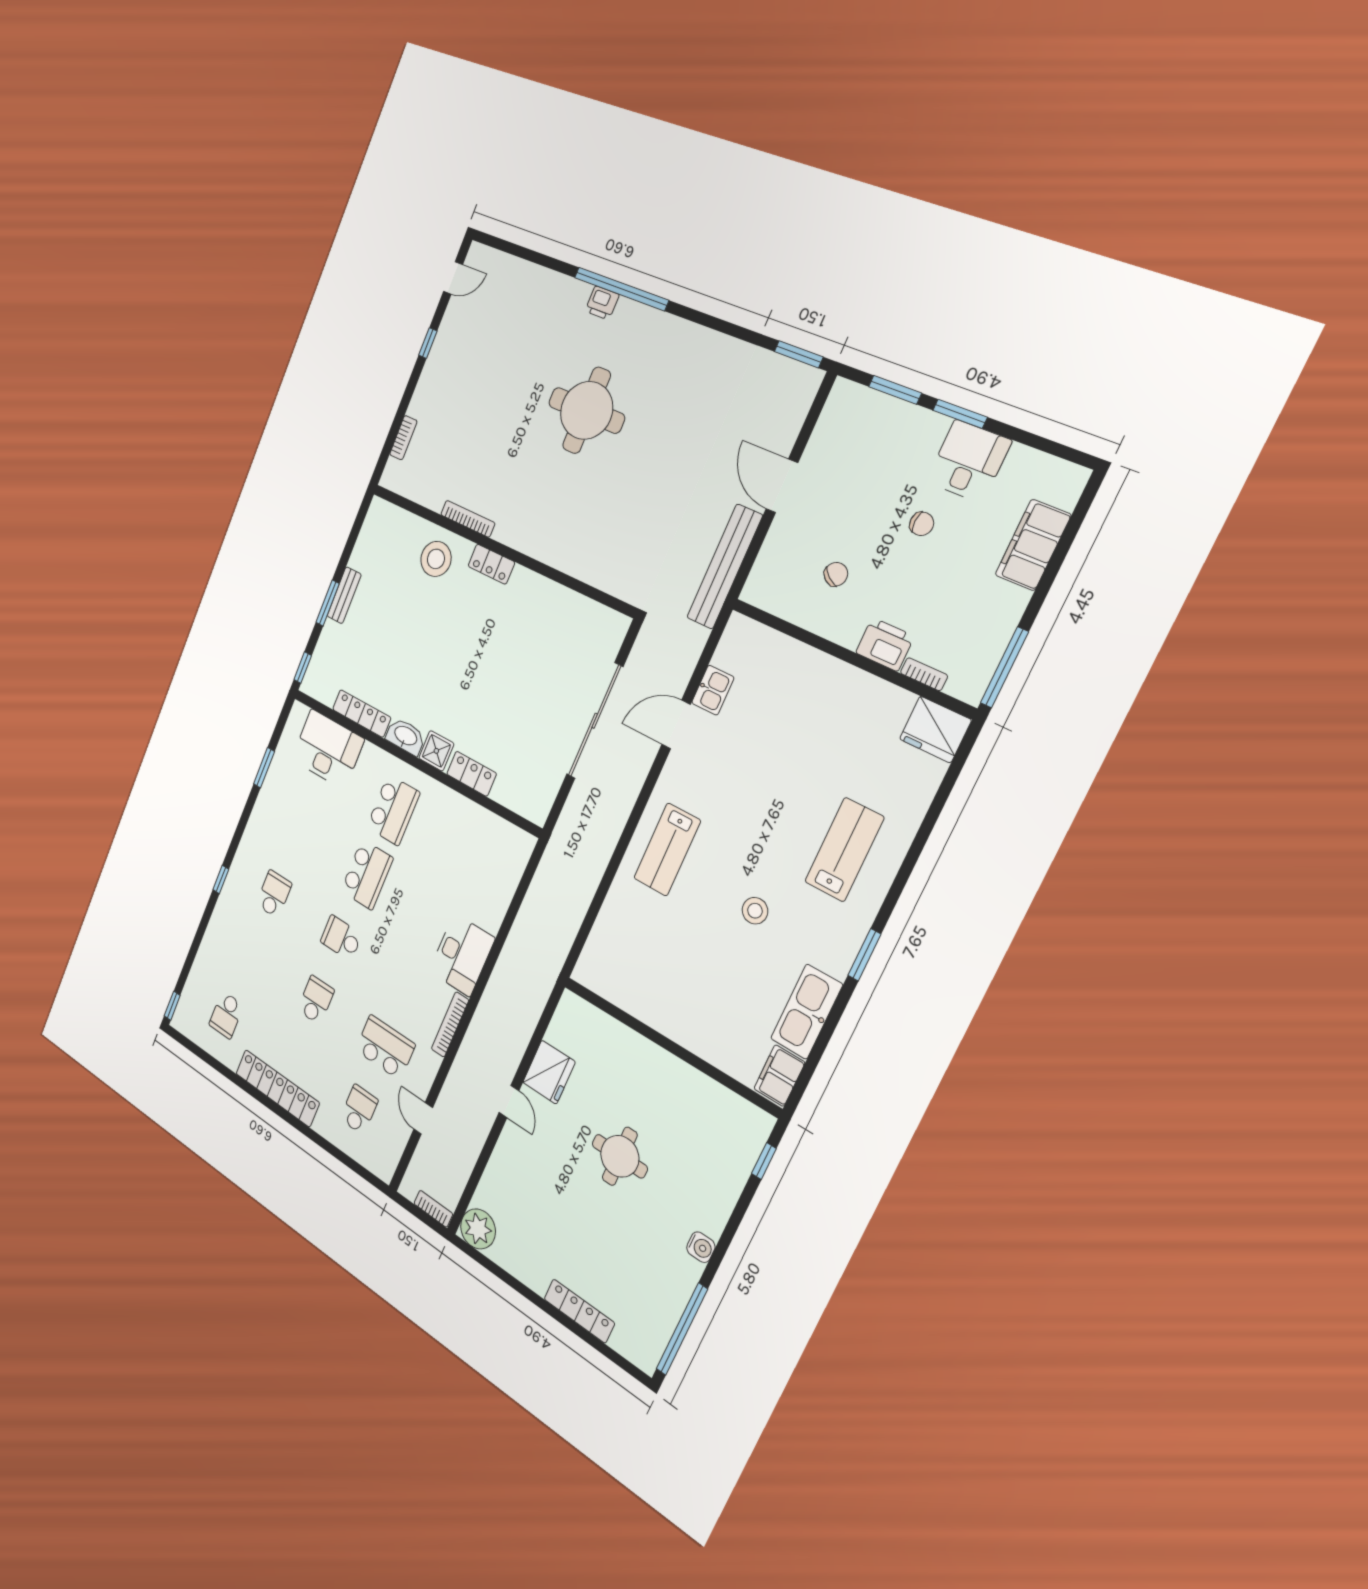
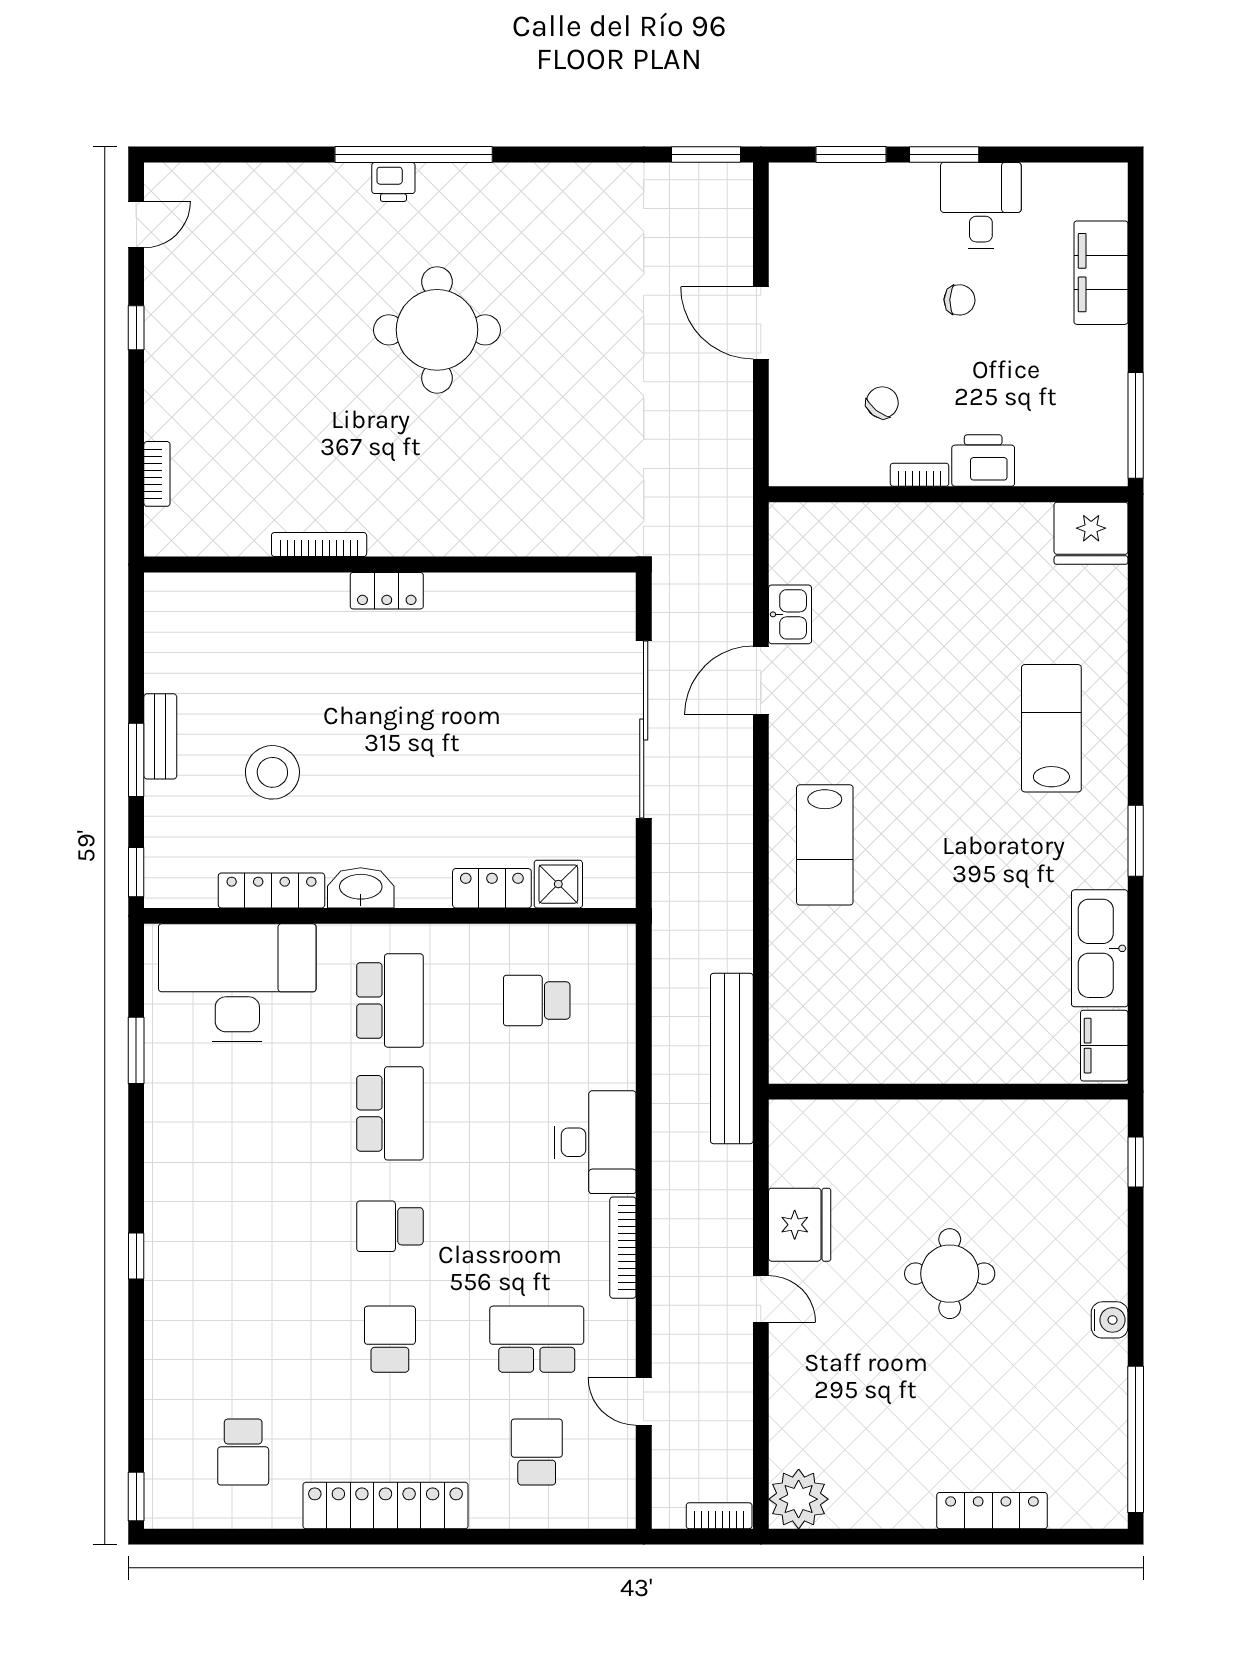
stool: (436, 559) -> (272, 772), moved
bench: (725, 567) -> (732, 1059), moved
bookcase: (924, 674) -> (920, 475), moved
desk: (328, 749) -> (237, 983), width x1.36, depth x1.30
shower: (436, 751) -> (558, 884), moved
school desk: (274, 894) -> (537, 1000), moved, turned -90
stool: (755, 911) -> (977, 861), removed

